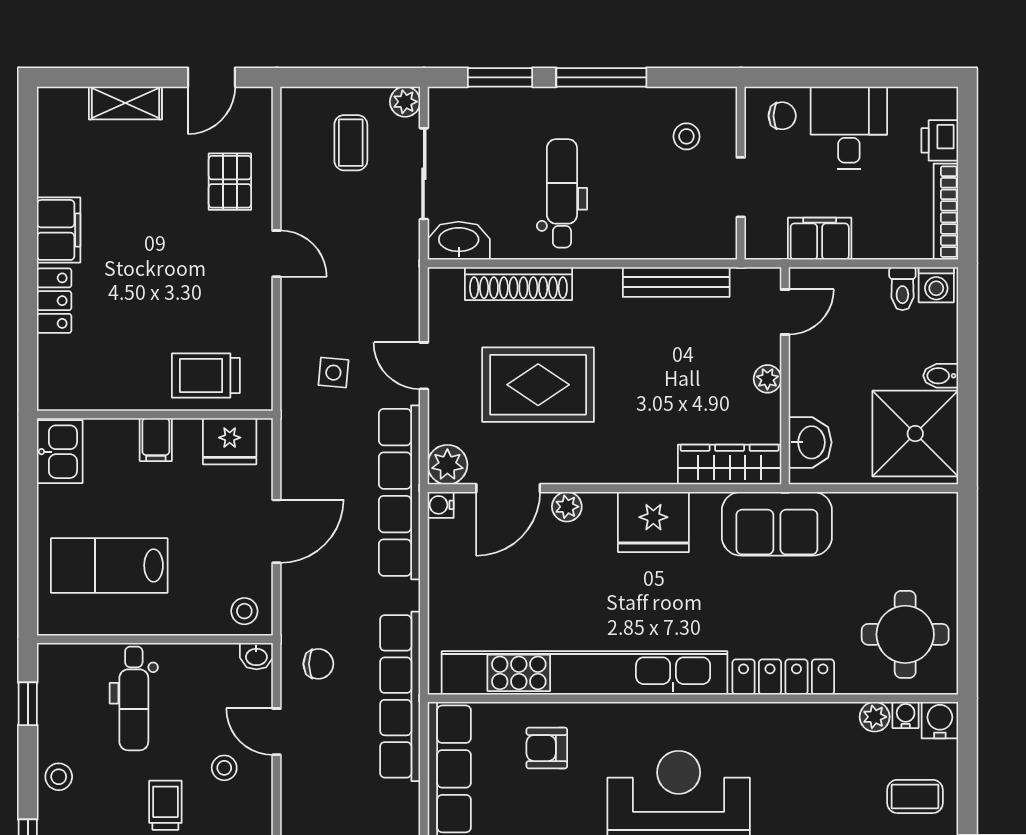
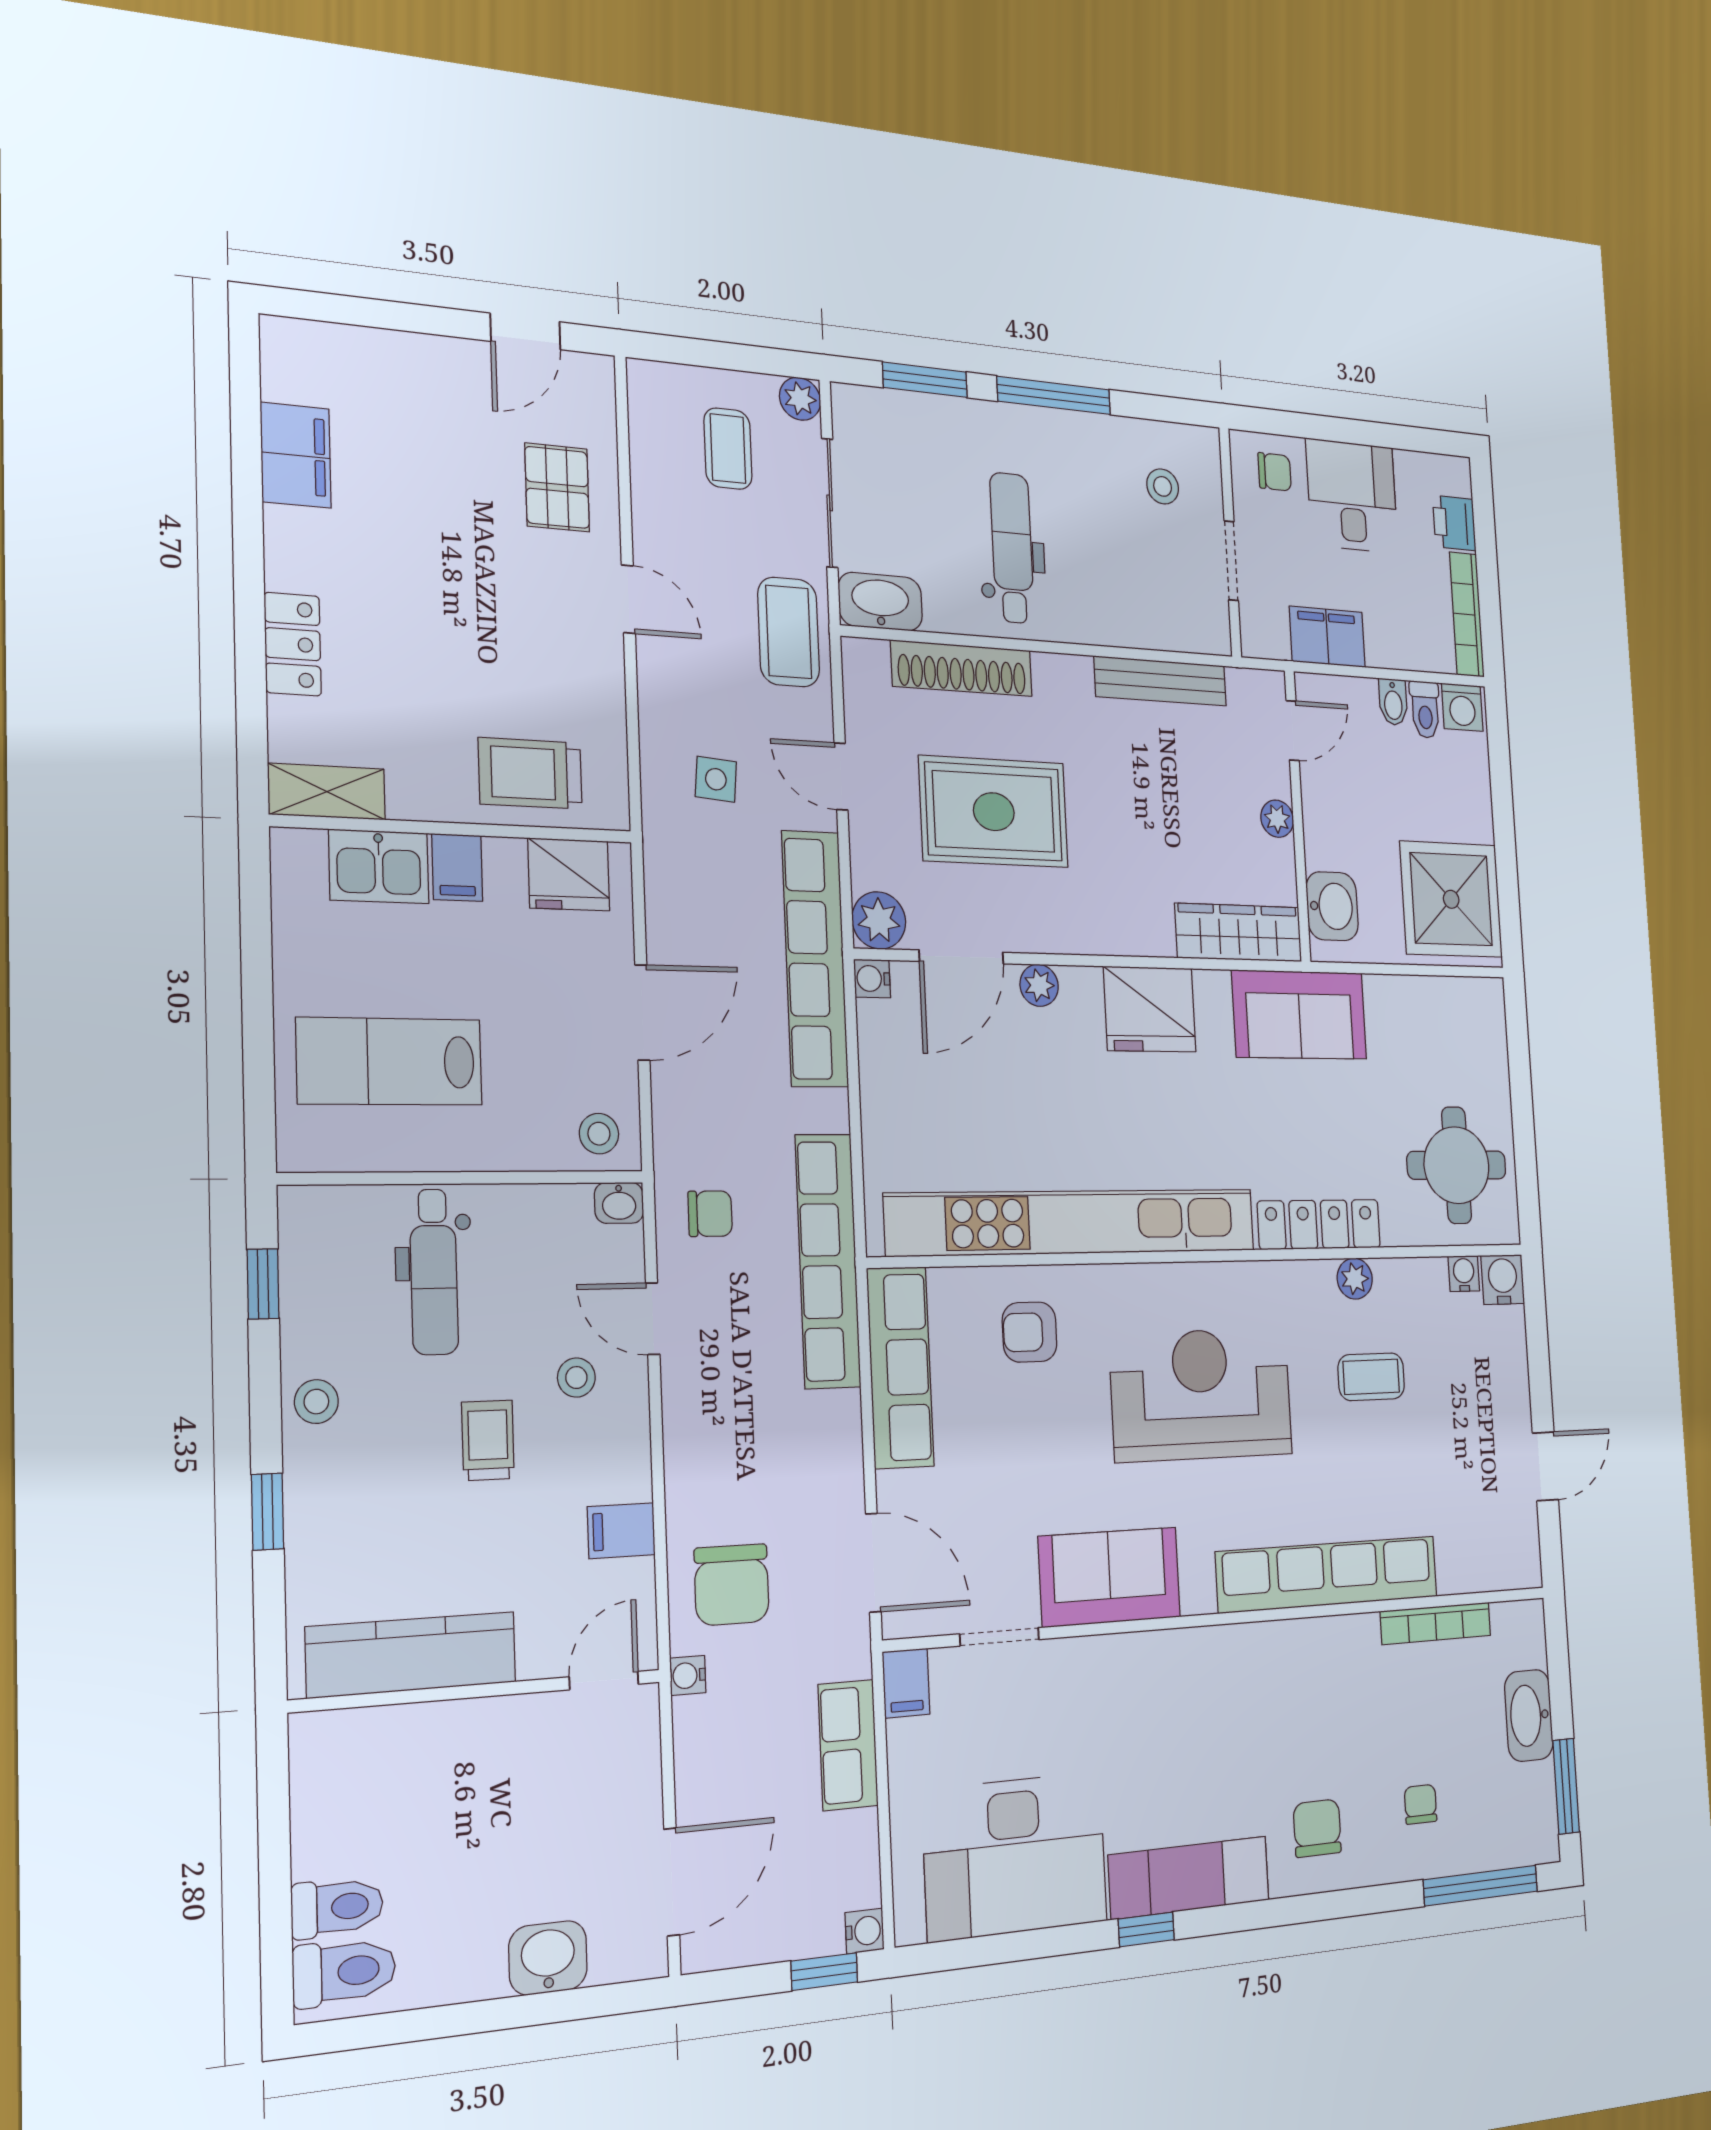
shelving: (125, 103) -> (327, 792), moved
filing cabinet: (59, 230) -> (296, 455), moved
coffee table: (390, 267) -> (789, 632), added
bidet: (941, 376) -> (1393, 702), moved, turned -90
kitchen sink: (60, 452) -> (379, 866), moved, turned 90
plant: (875, 717) -> (1355, 1279), moved
coffee table: (915, 796) -> (1371, 1377), moved

